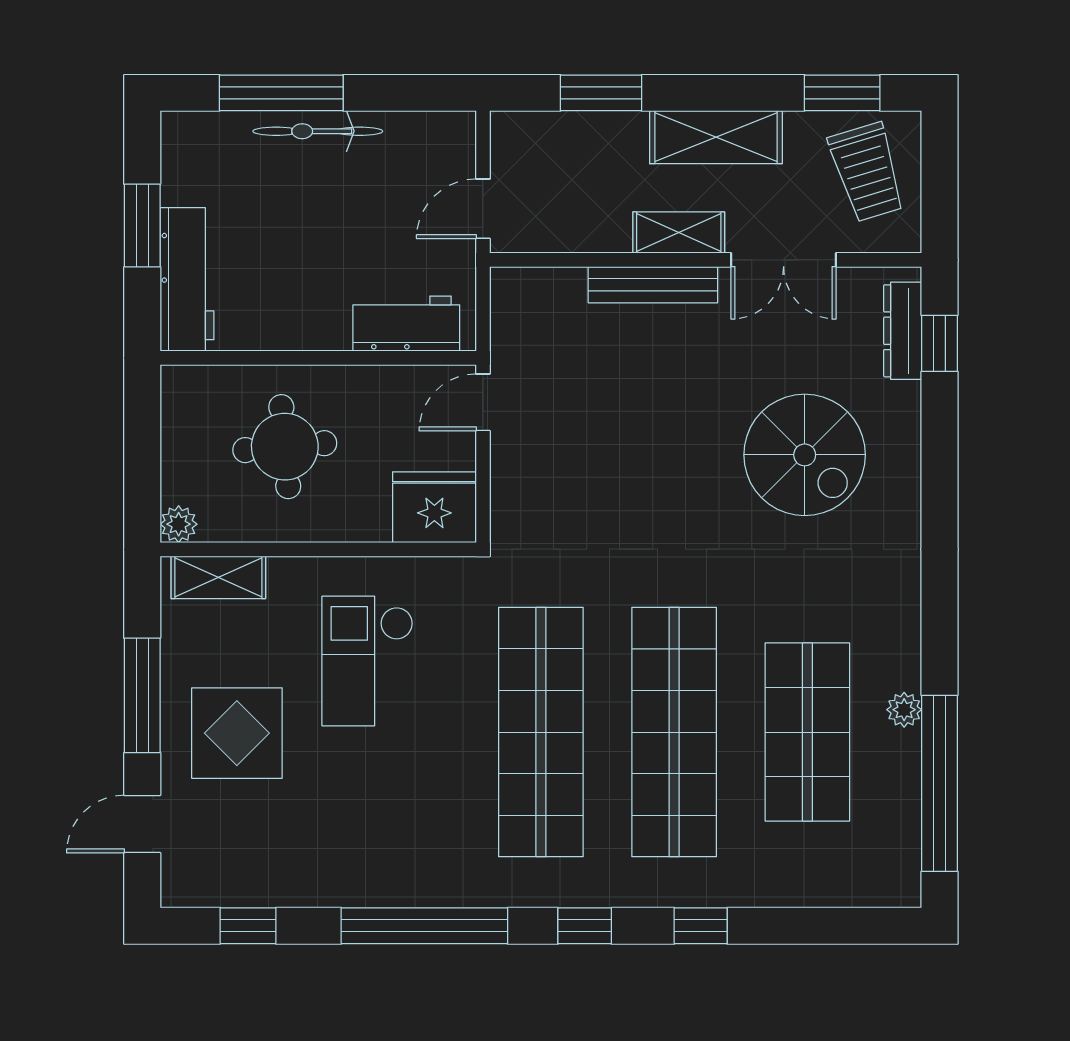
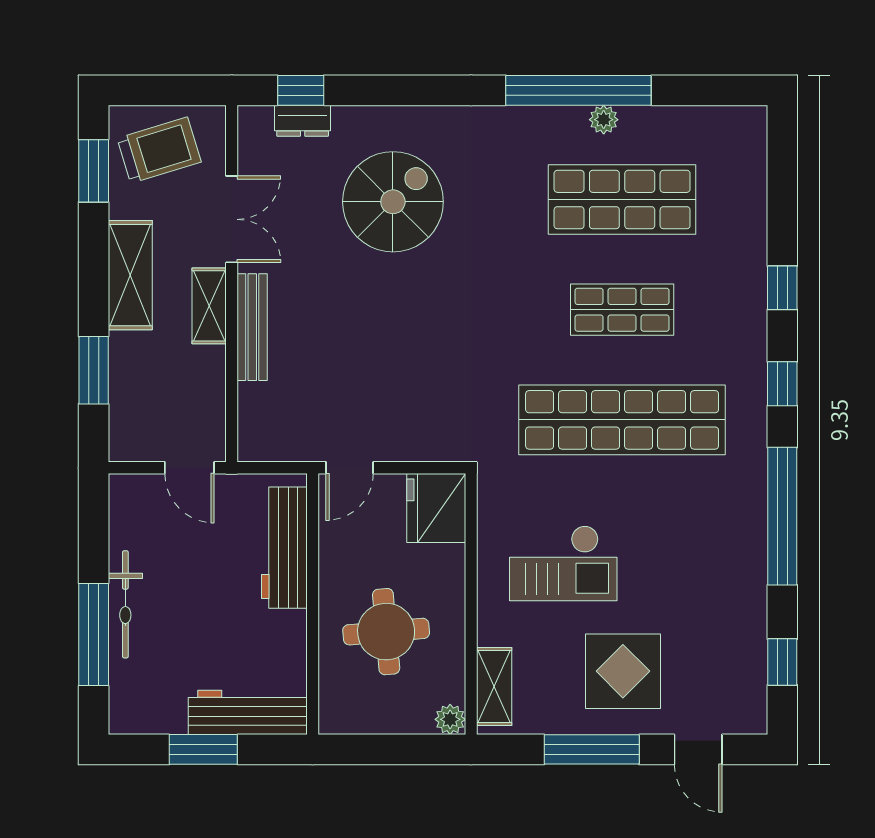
workbench: (406, 324) -> (284, 548), width x1.38
dresser: (903, 331) -> (303, 121), width x0.70
door: (483, 402) -> (350, 468), hinge flipped
shop shelf: (674, 732) -> (622, 310), width x0.50, depth x0.74
window: (940, 783) -> (578, 90), moved

